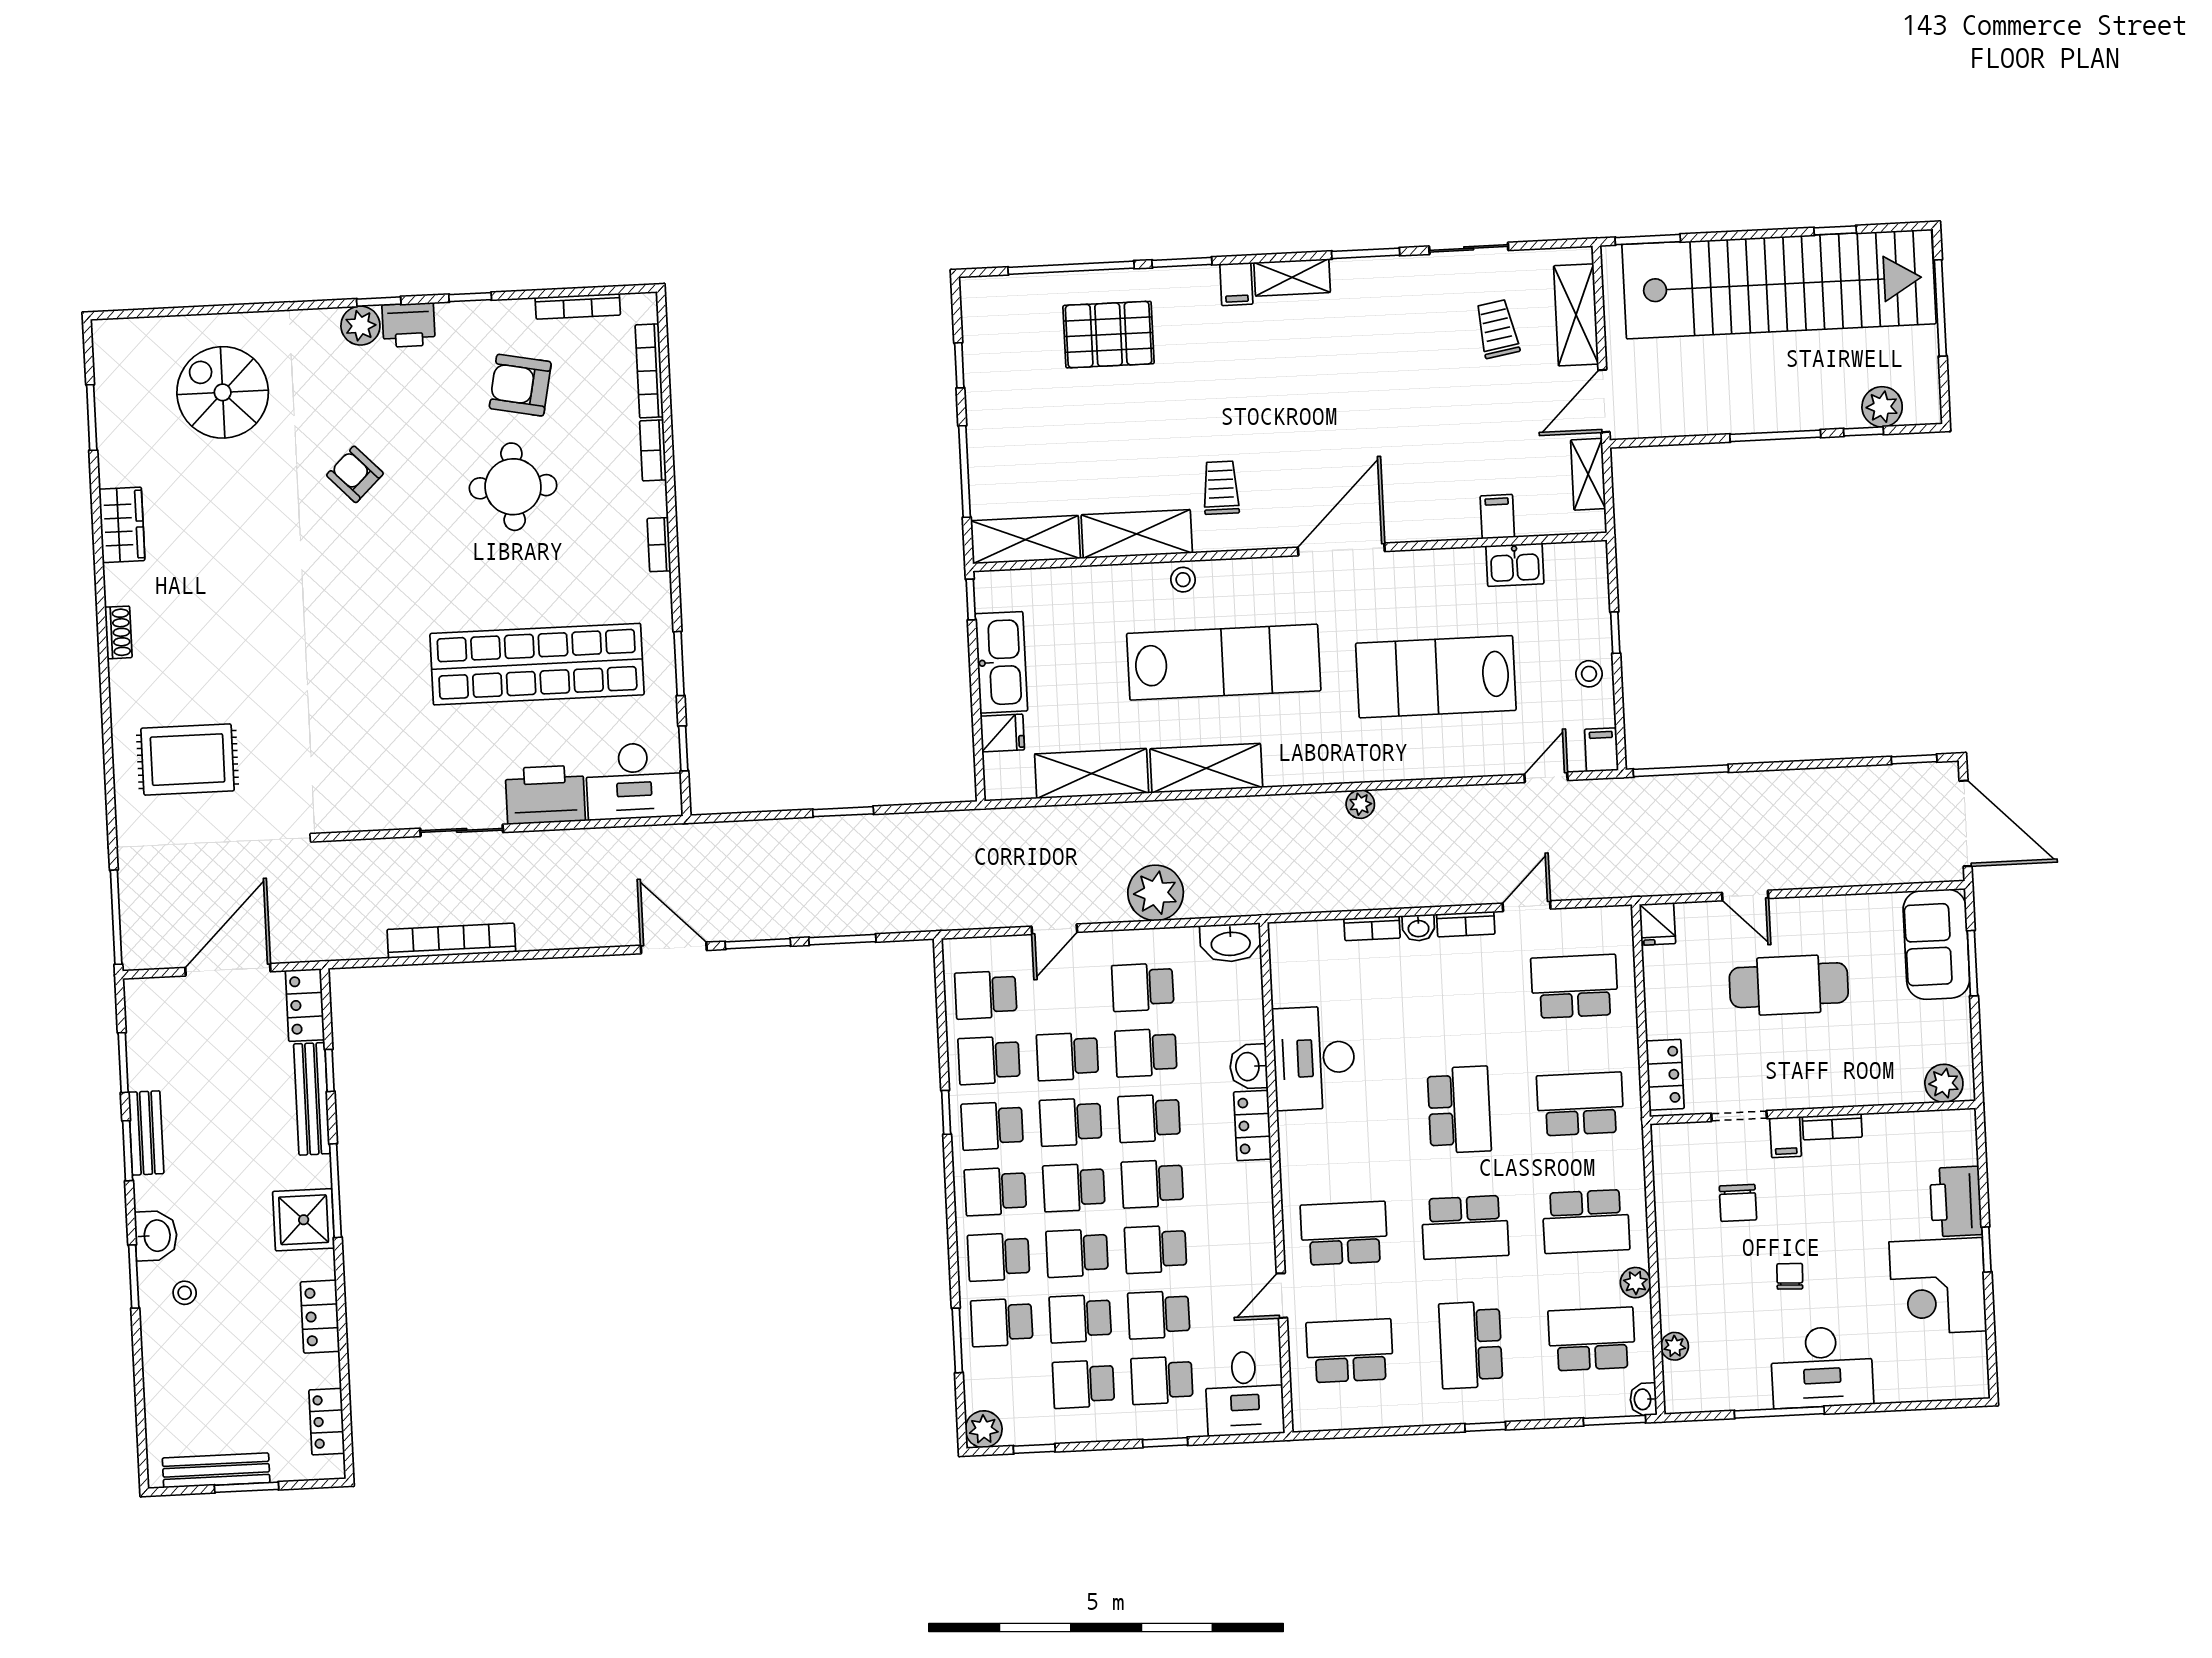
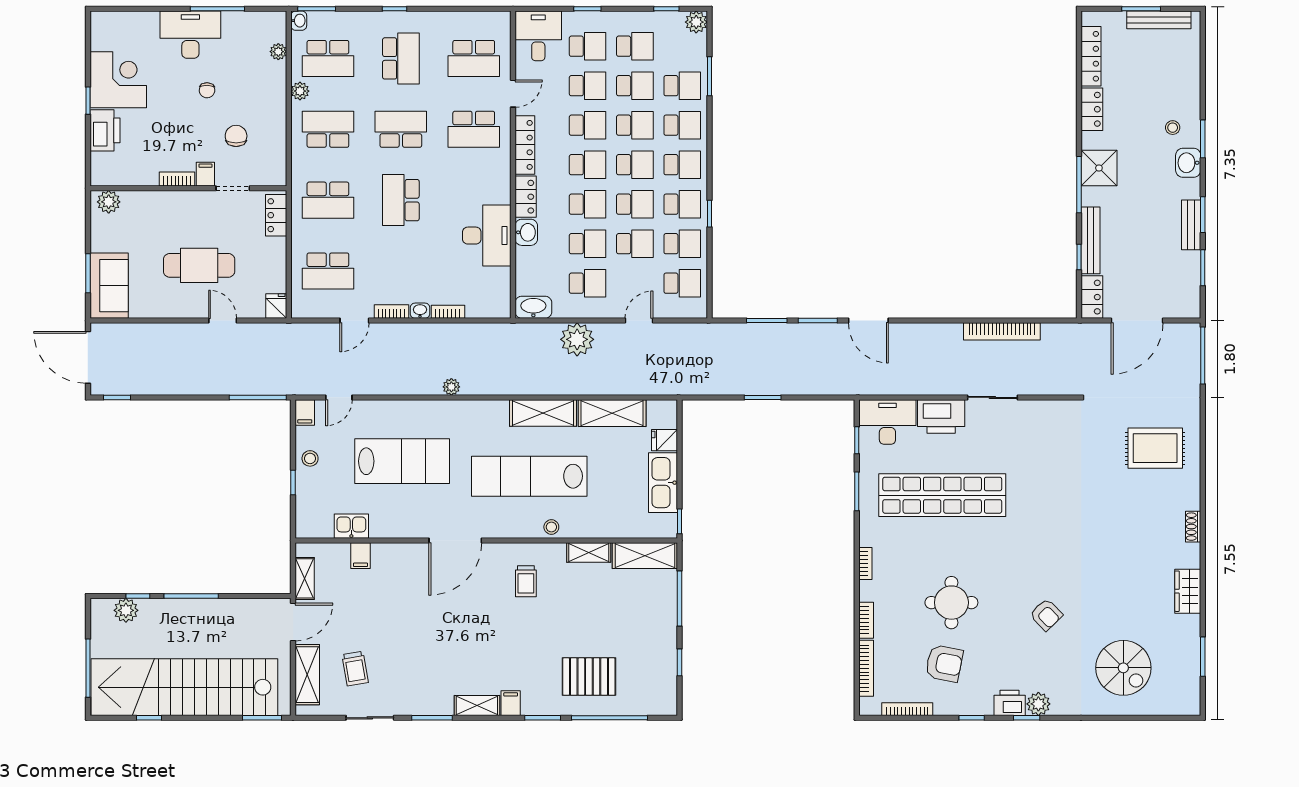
shelving: (1137, 534) -> (589, 553), width x0.67, depth x0.75
locker: (1258, 1211) -> (525, 145), added
locker: (327, 1422) -> (1091, 56), width x1.53

